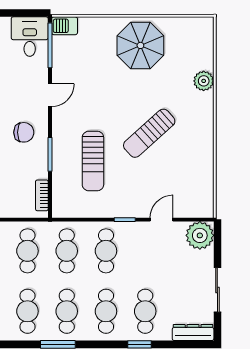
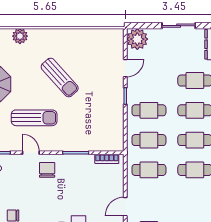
chair: (24, 132) -> (47, 170), moved
sun lounger: (93, 161) -> (34, 118), moved
door: (162, 220) -> (125, 68), swing flipped

